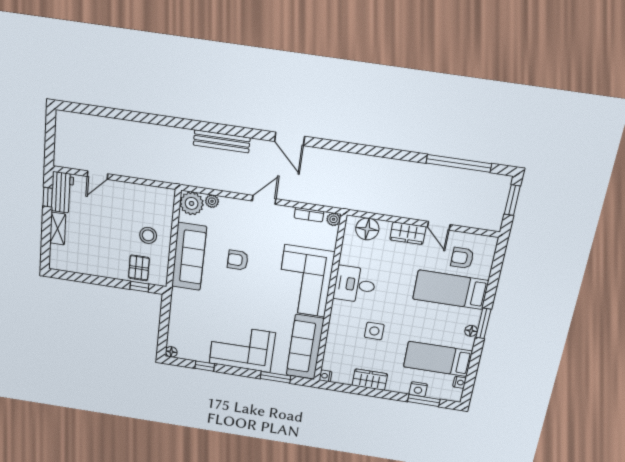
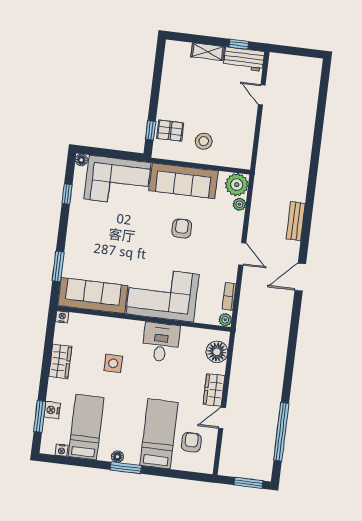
bench: (222, 141) -> (296, 221), width x0.73
corner sofa: (242, 348) -> (117, 181), moved, turned 90

